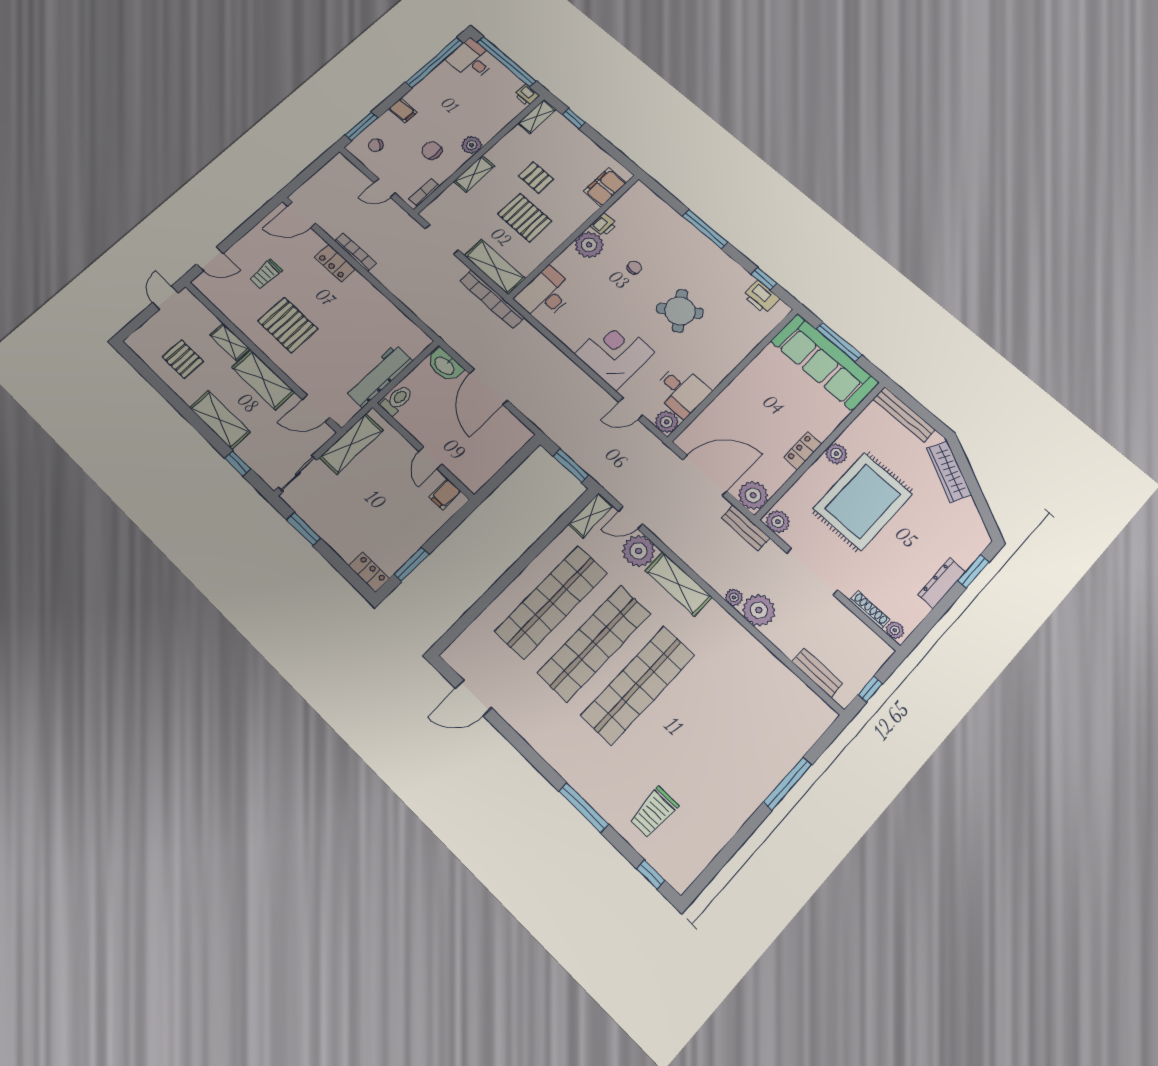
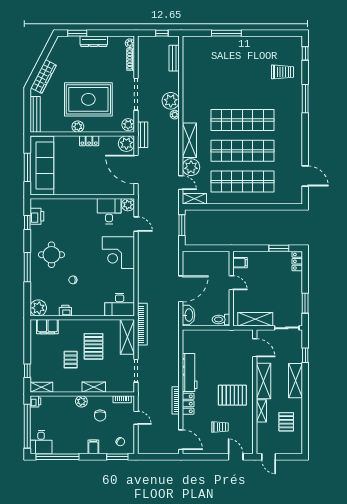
plant: (589, 245) -> (38, 308), moved
door: (165, 298) -> (269, 457), hinge flipped
round table: (680, 311) -> (51, 255), moved, turned 36
pallet: (288, 325) -> (232, 395), turned 90
workbench: (379, 376) -> (190, 373), moved, turned -90
door: (430, 458) -> (231, 283), hinge flipped

